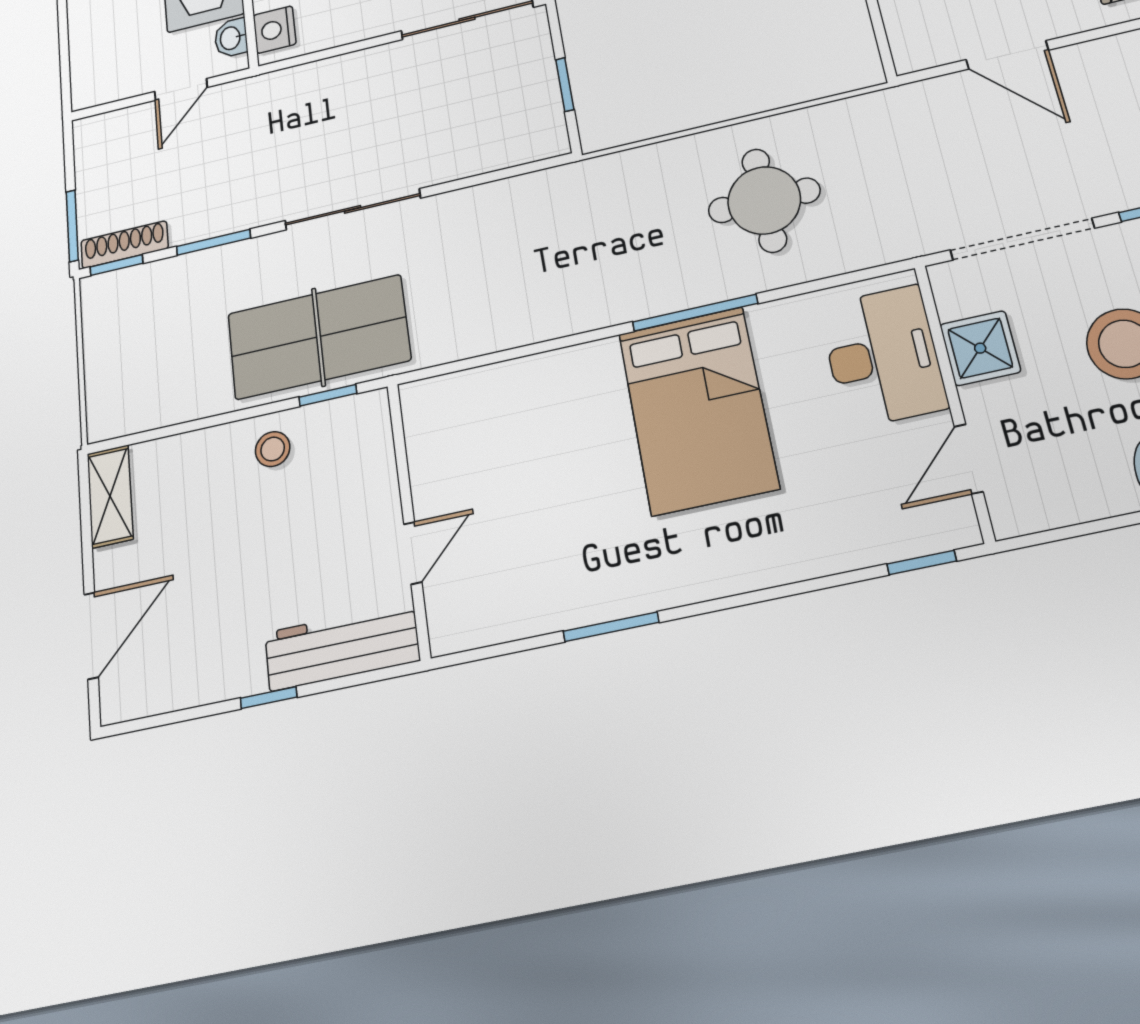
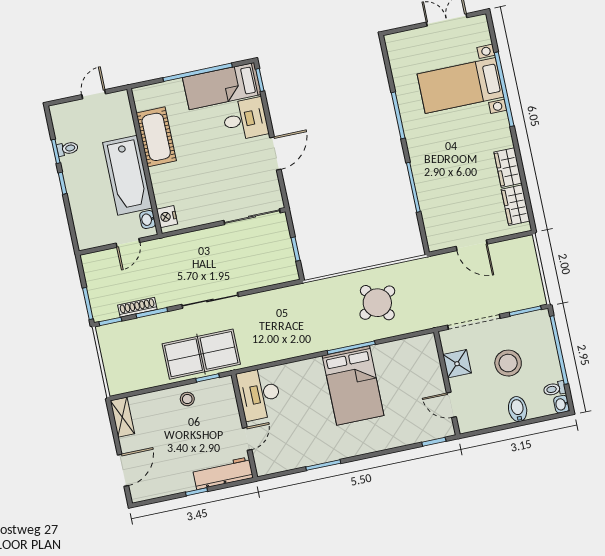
round table: (764, 200) -> (377, 303), turned -32
shoe rack: (124, 245) -> (137, 307), moved
desk: (883, 356) -> (259, 394), moved, turned 180
door: (969, 459) -> (451, 405), hinge flipped

